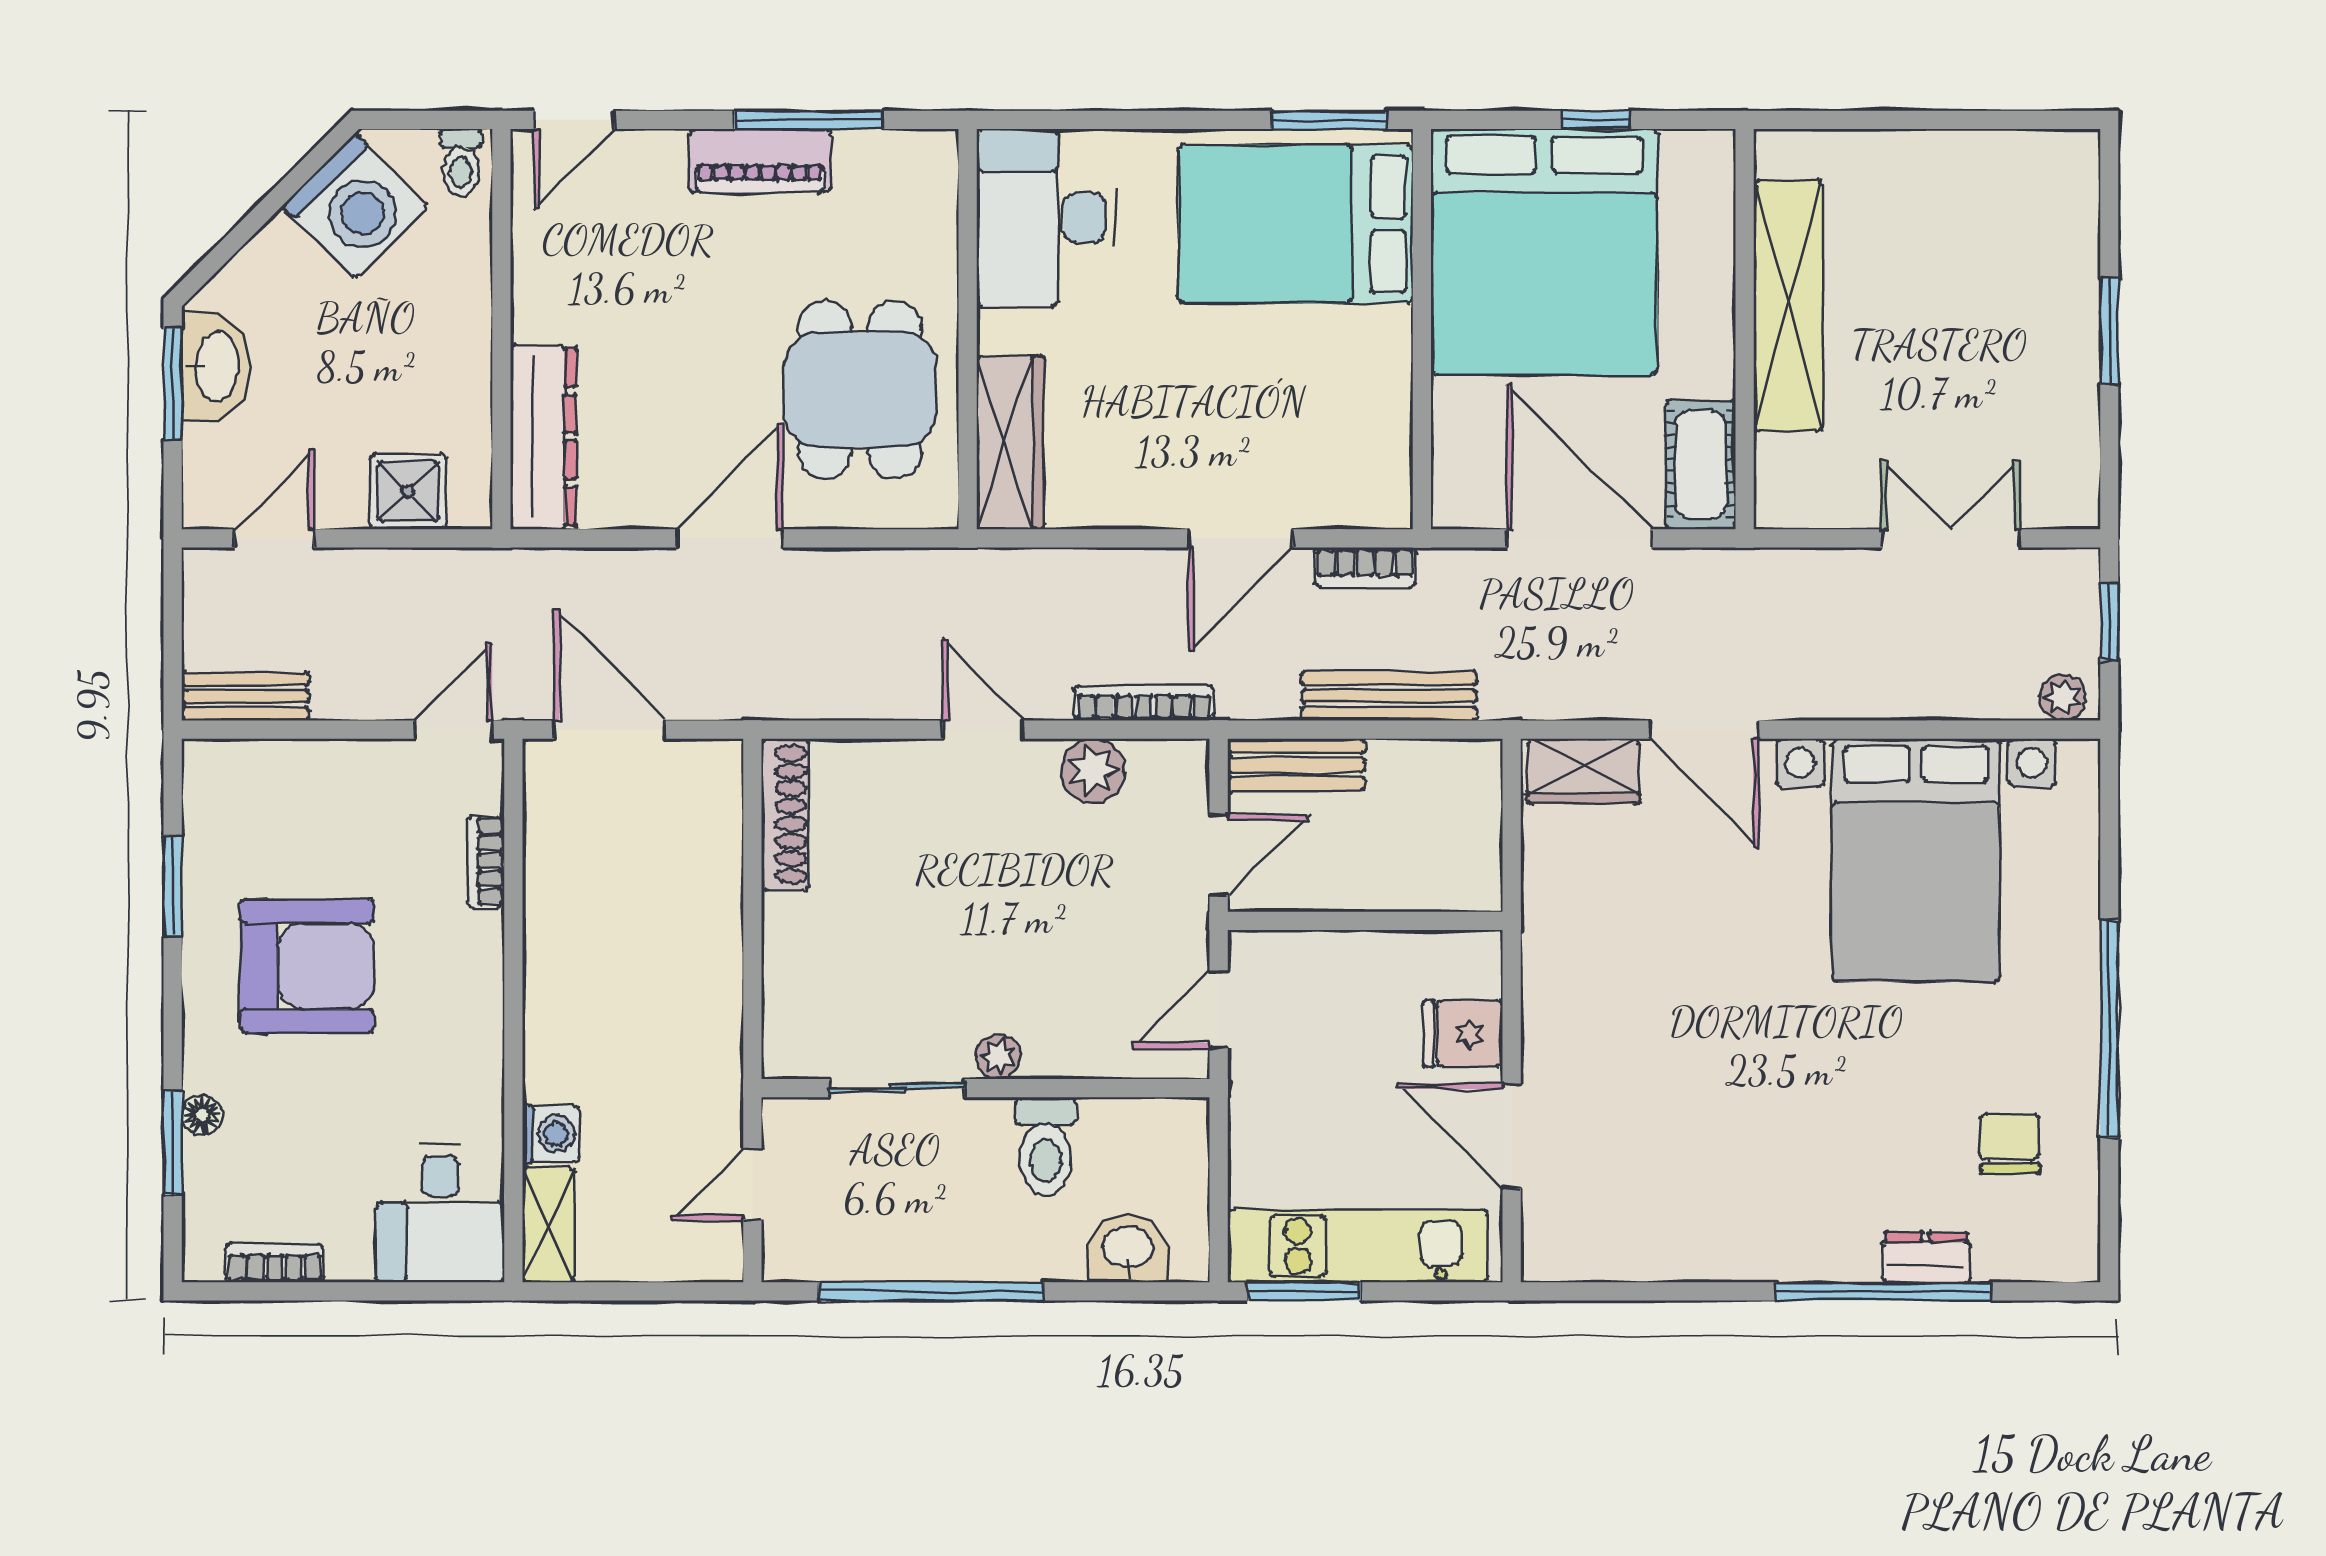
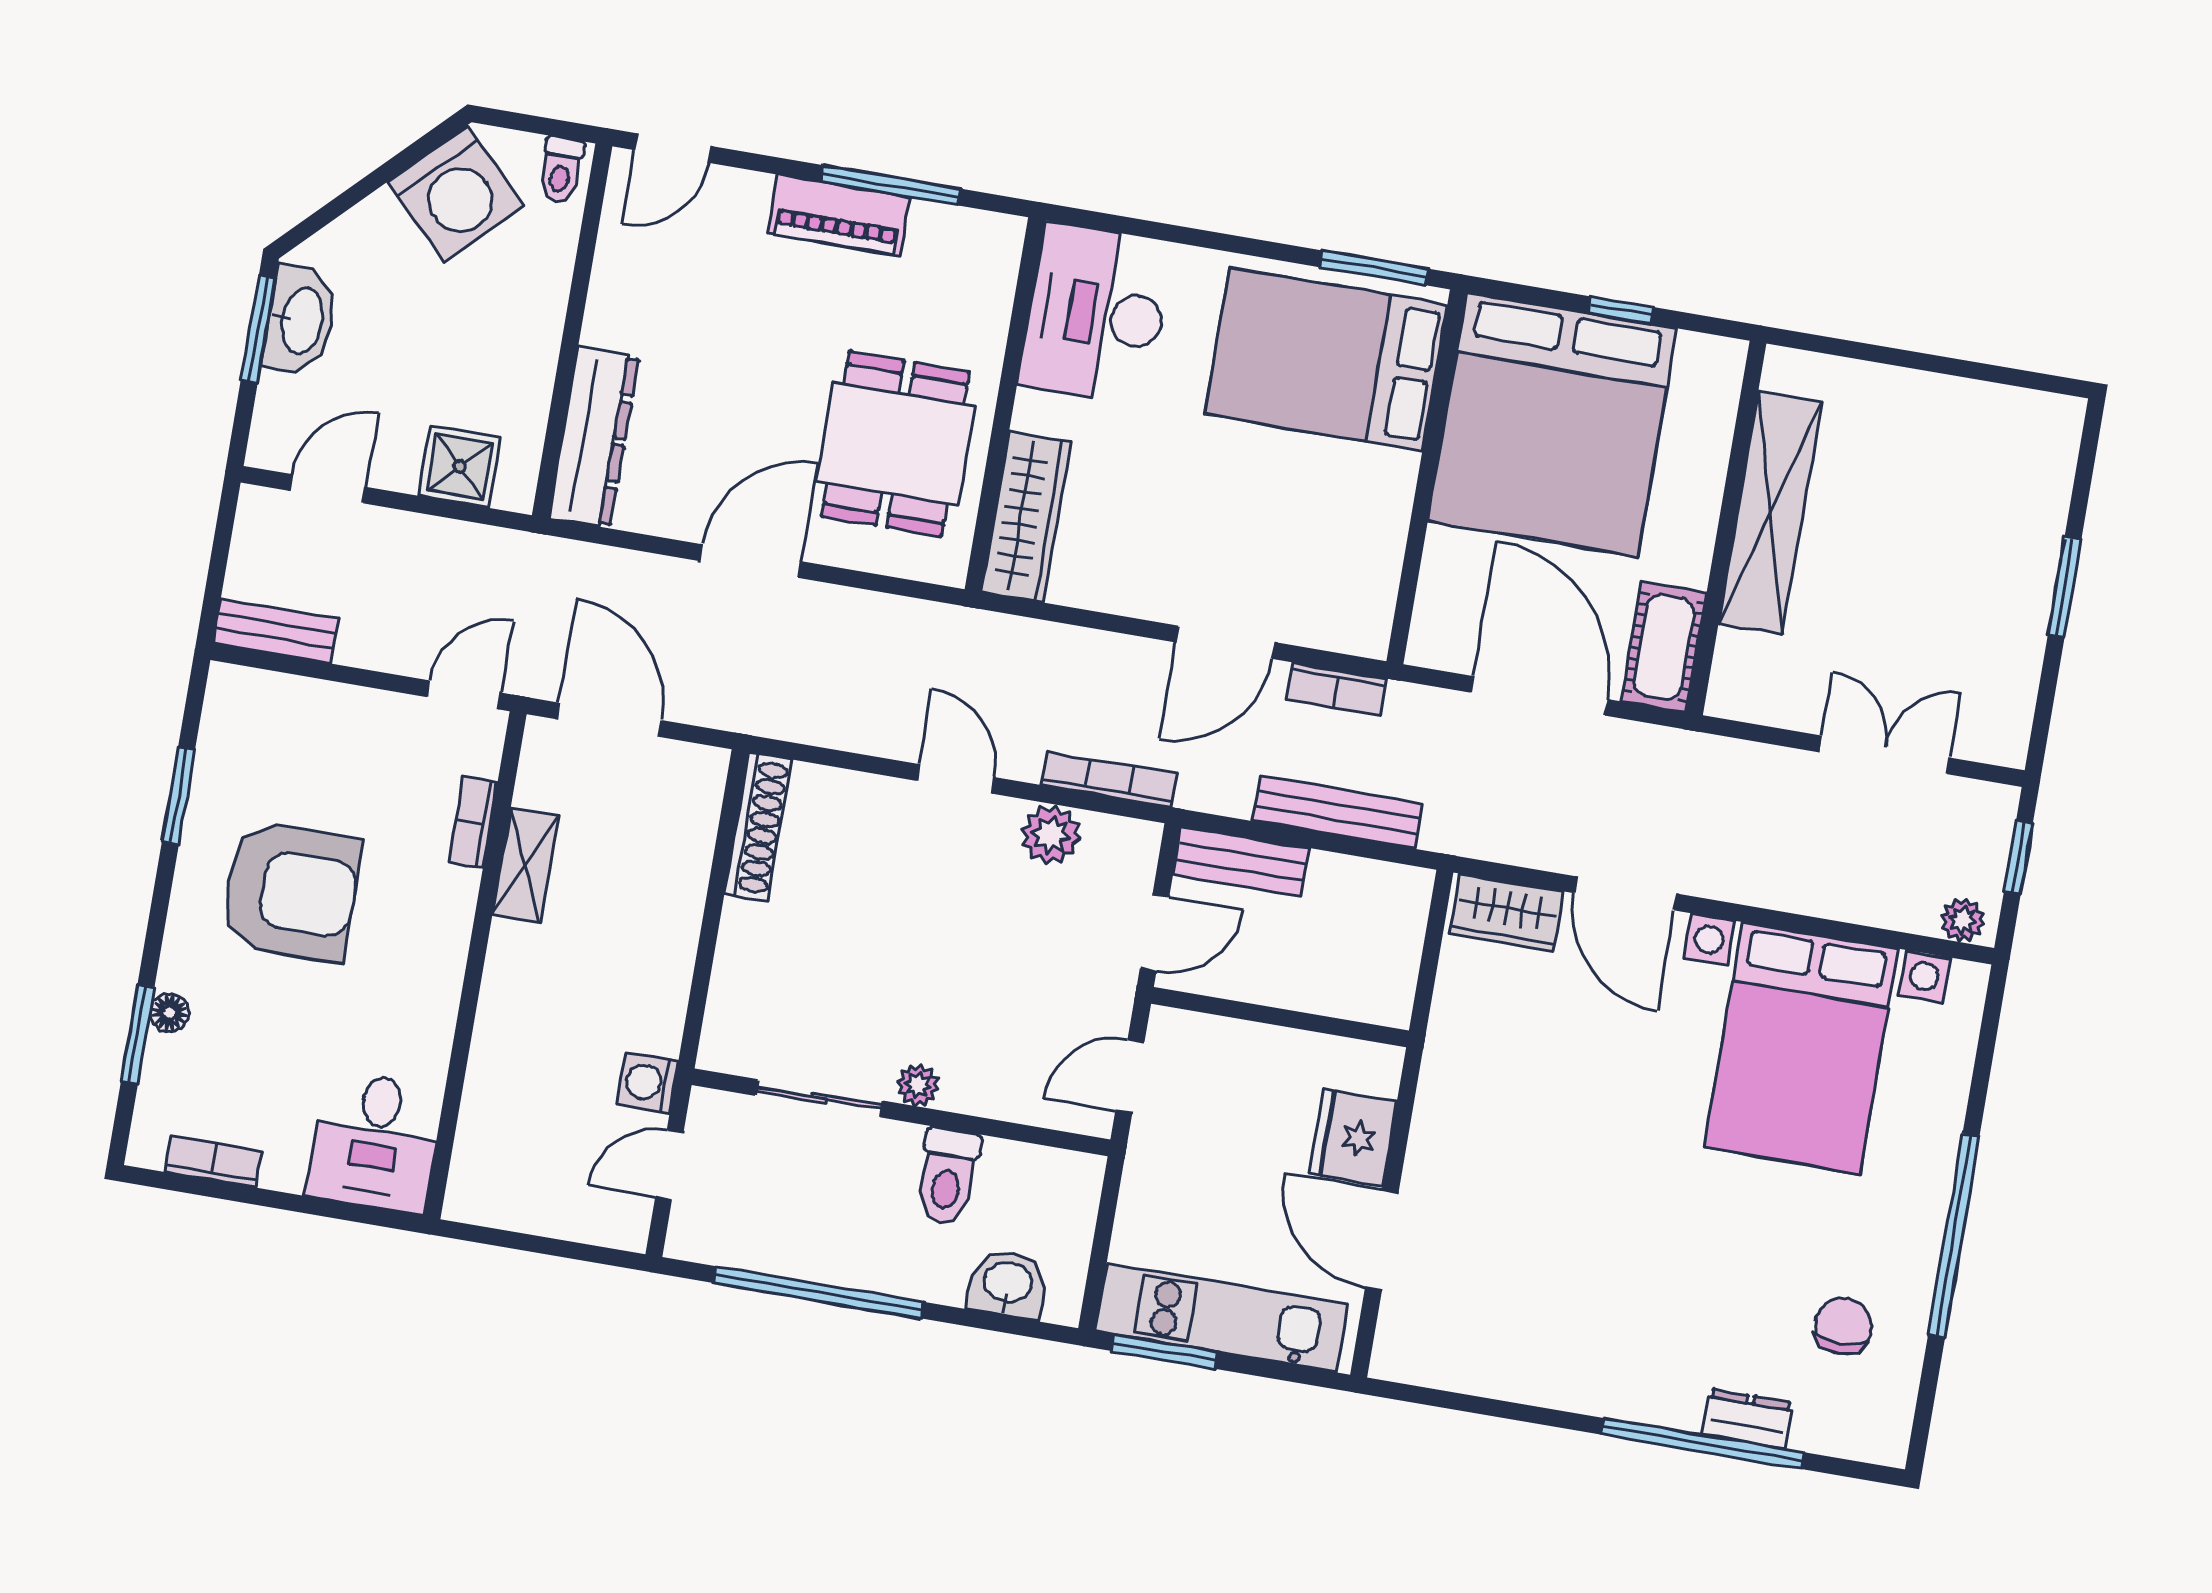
fridge: (1463, 1034) -> (1353, 1137), width x1.38
washing machine: (551, 1134) -> (648, 1083), moved, turned 180
shelving: (548, 1225) -> (525, 865), moved

